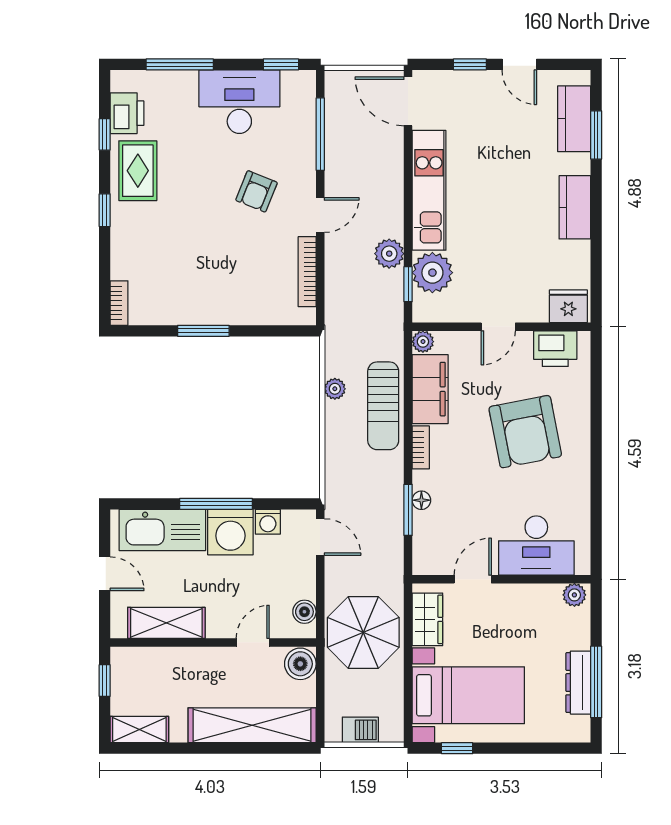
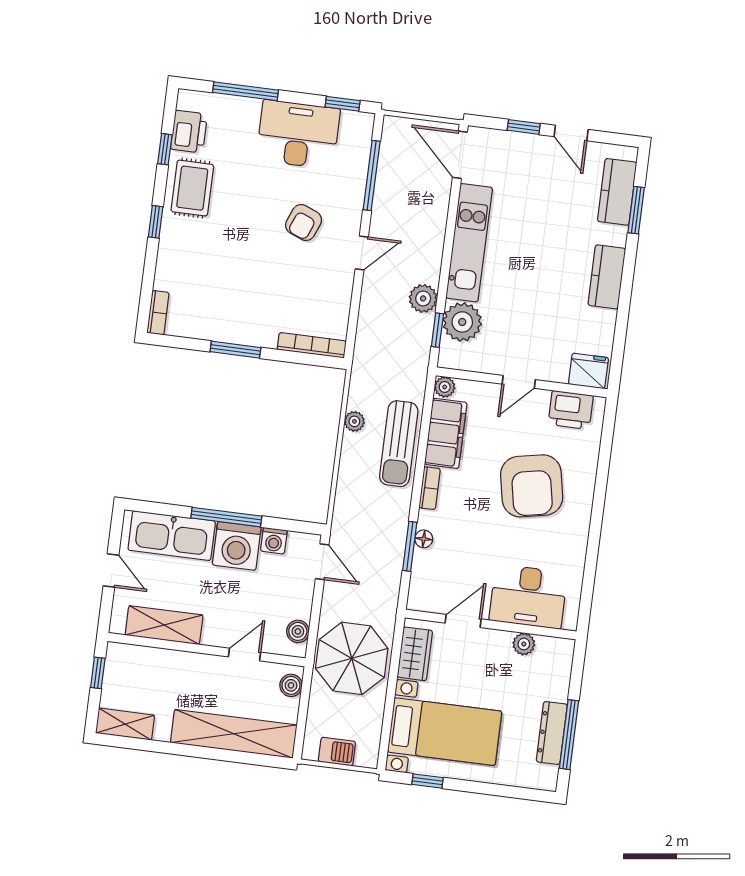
bookcase: (307, 272) -> (312, 345), moved, turned 90
plant: (574, 595) -> (524, 644), moved
boiler: (300, 664) -> (291, 685), width x0.73, depth x0.73

